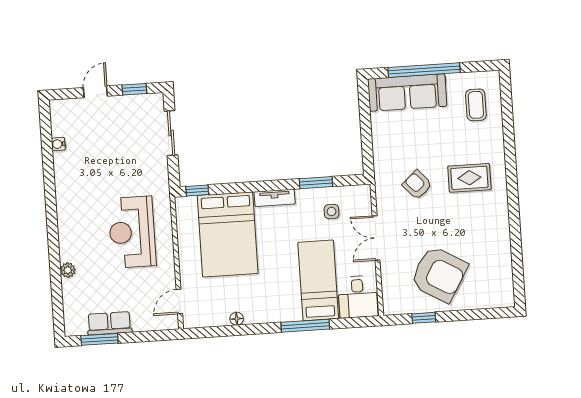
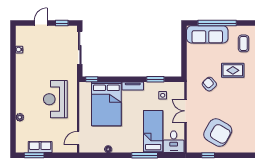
sliding door: (171, 133) -> (80, 48), width x1.37
rug: (469, 178) -> (233, 70), moved

